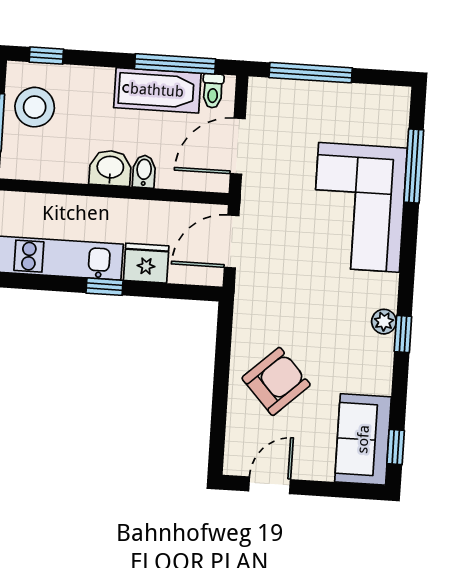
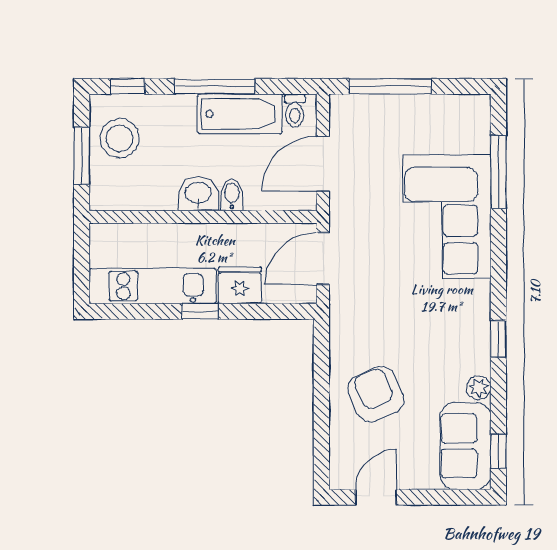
window: (175, 64) -> (215, 86), moved
plant: (384, 322) -> (479, 388), moved
armchair: (276, 381) -> (376, 394), turned -71

